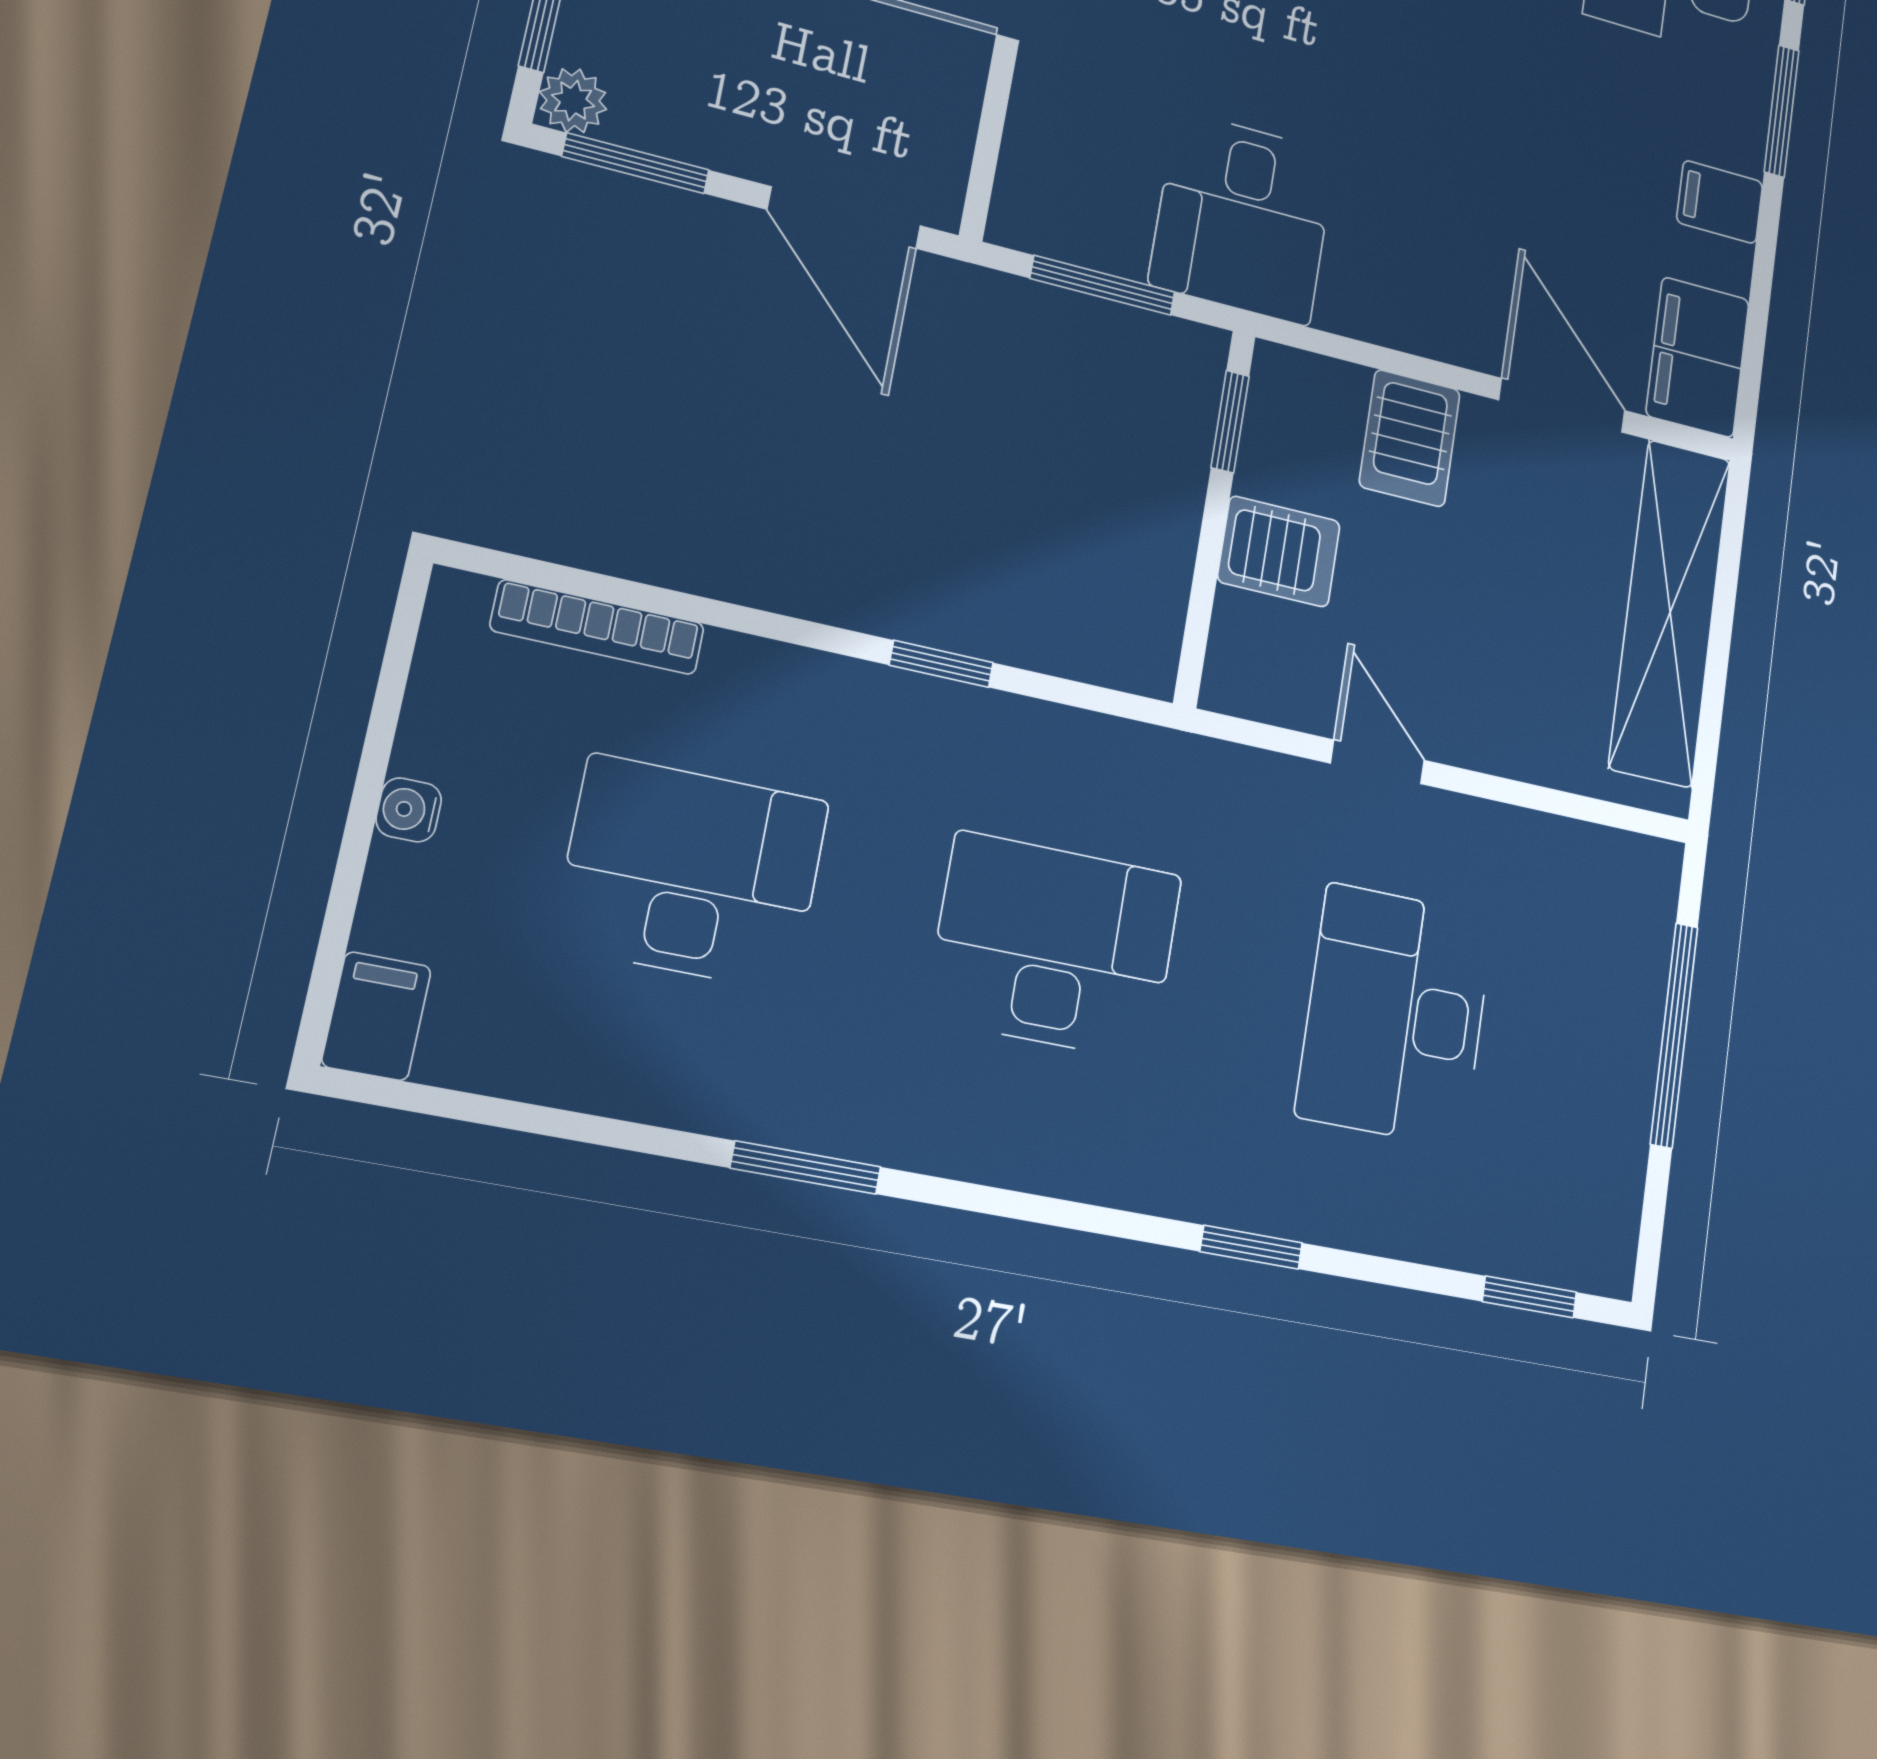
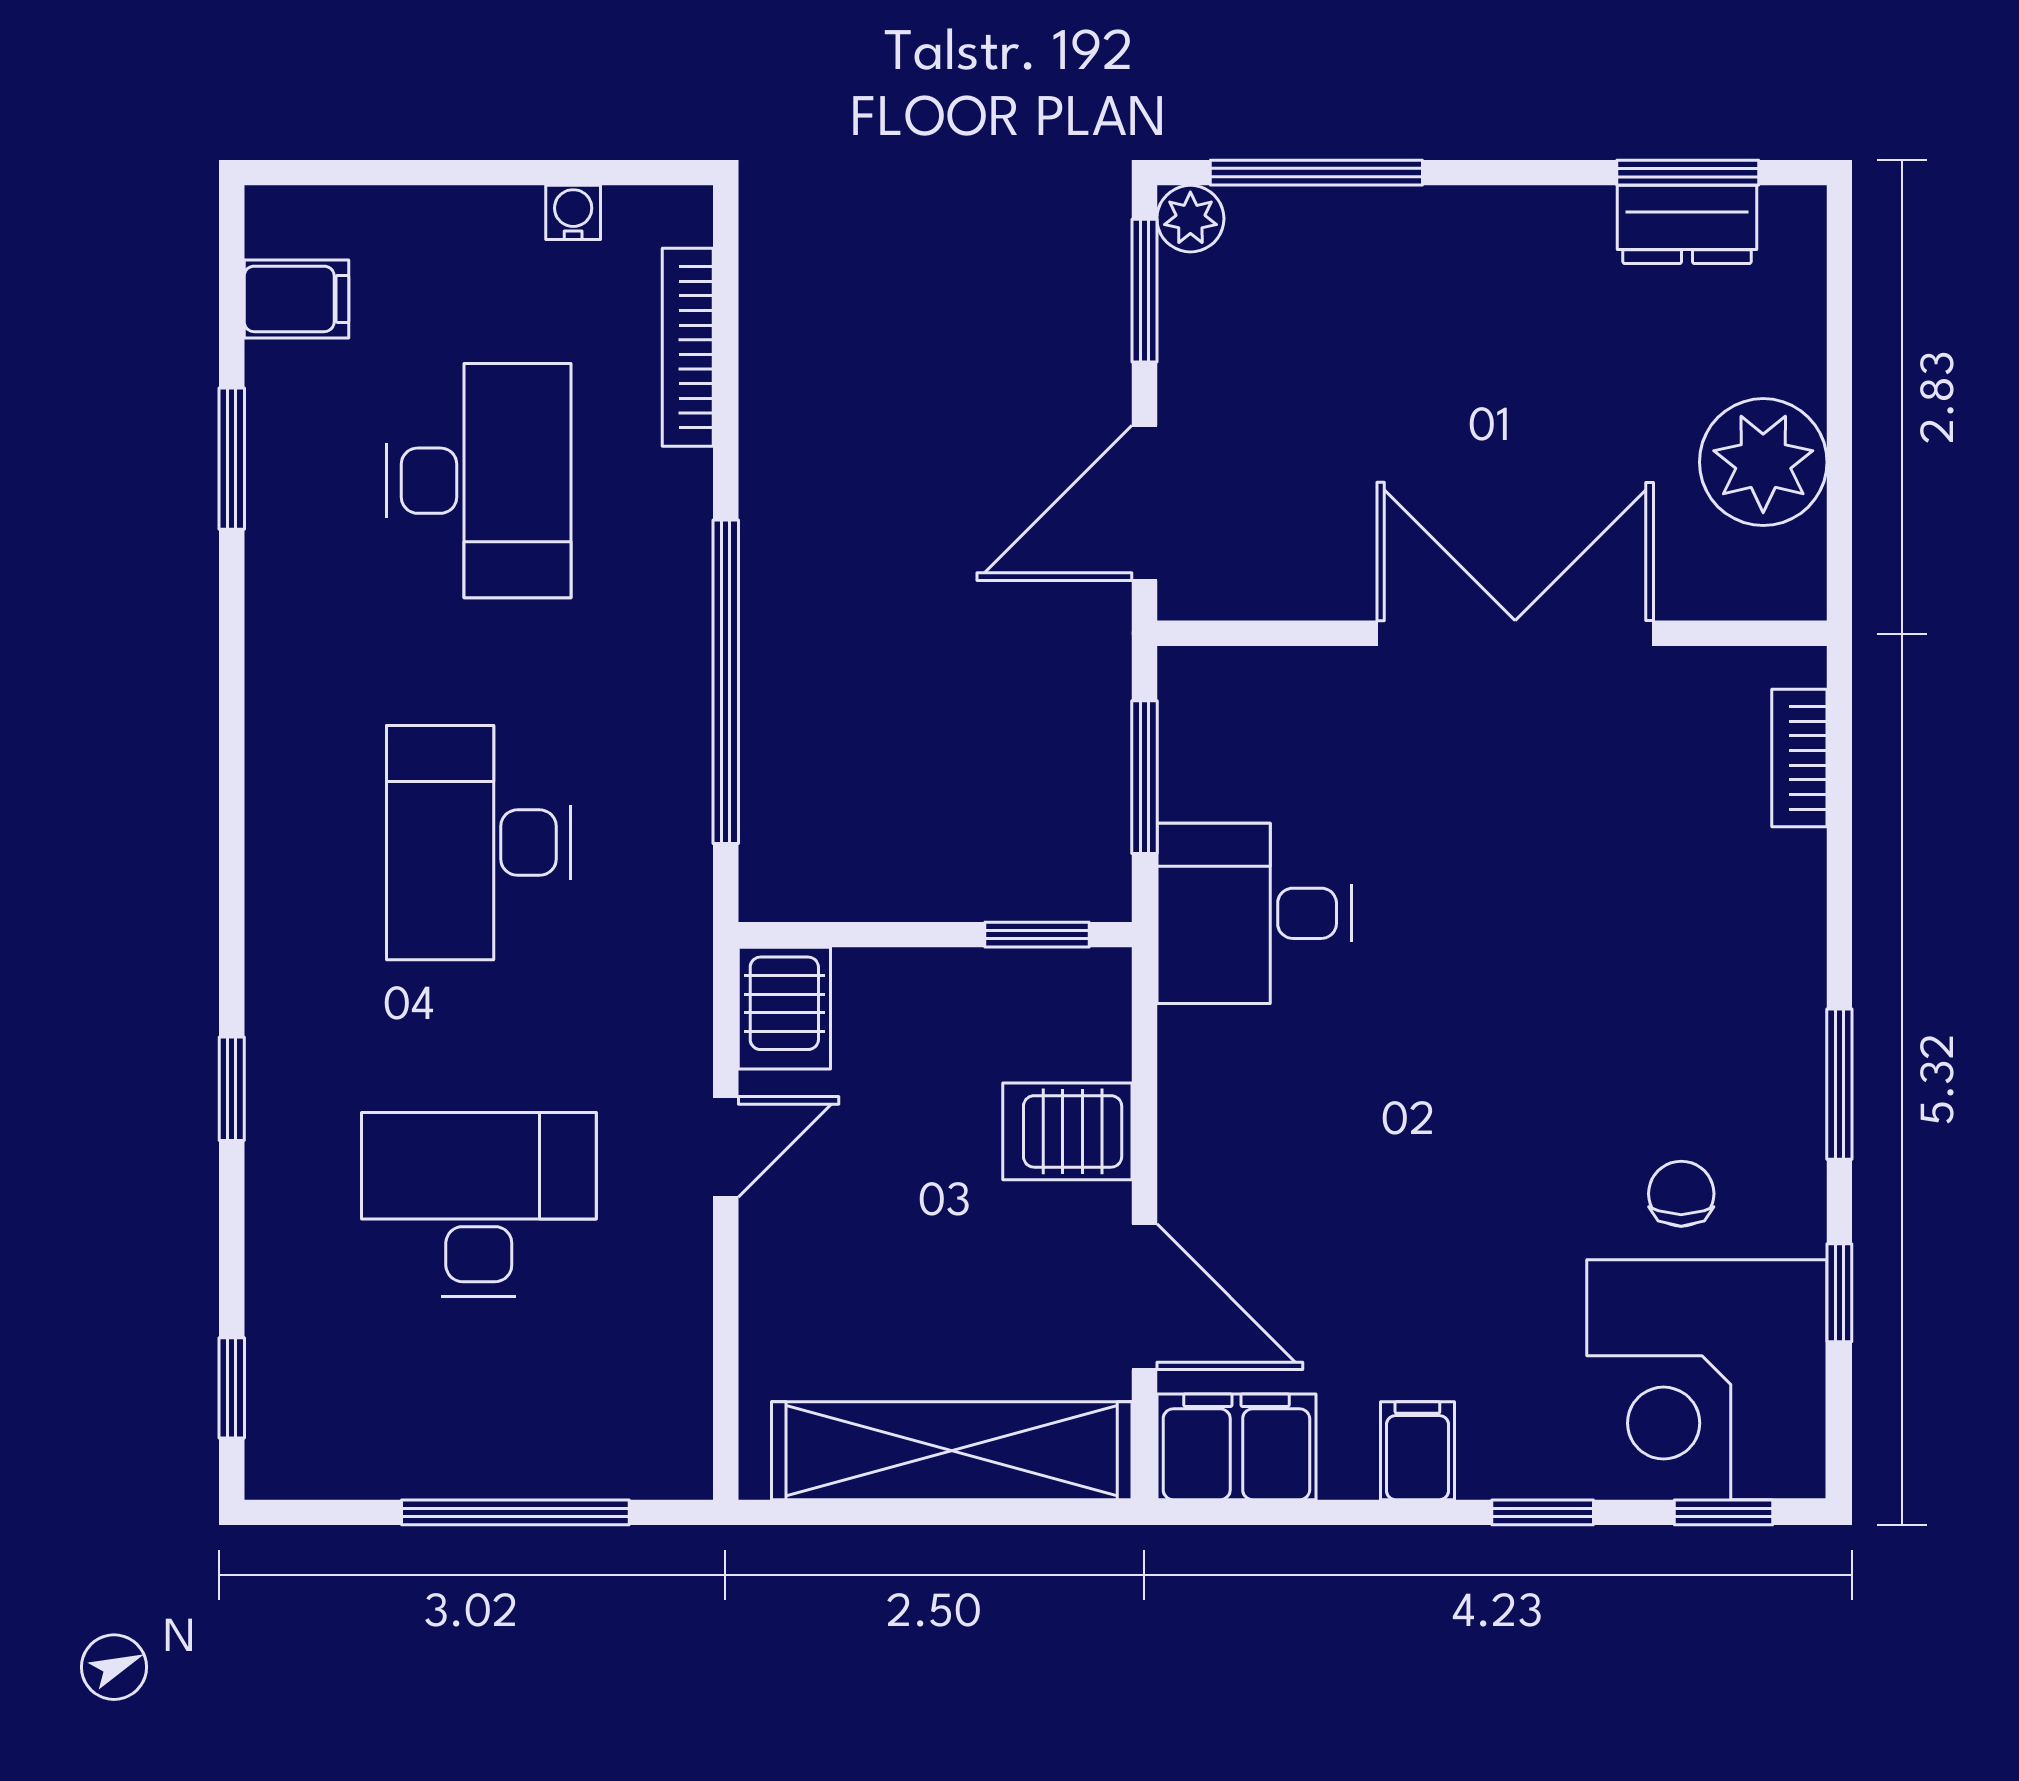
window: (1782, 111) -> (1543, 1512), width x0.67
door: (1562, 405) -> (1144, 1297), hinge flipped
server rack: (1279, 551) -> (784, 1008), moved
window: (941, 664) -> (726, 682), width x3.17
water cooler: (409, 810) -> (573, 212), moved
desk: (1054, 946) -> (479, 843), turned 180
filing cabinet: (376, 1016) -> (296, 299), moved
window: (806, 1168) -> (232, 459), moved

